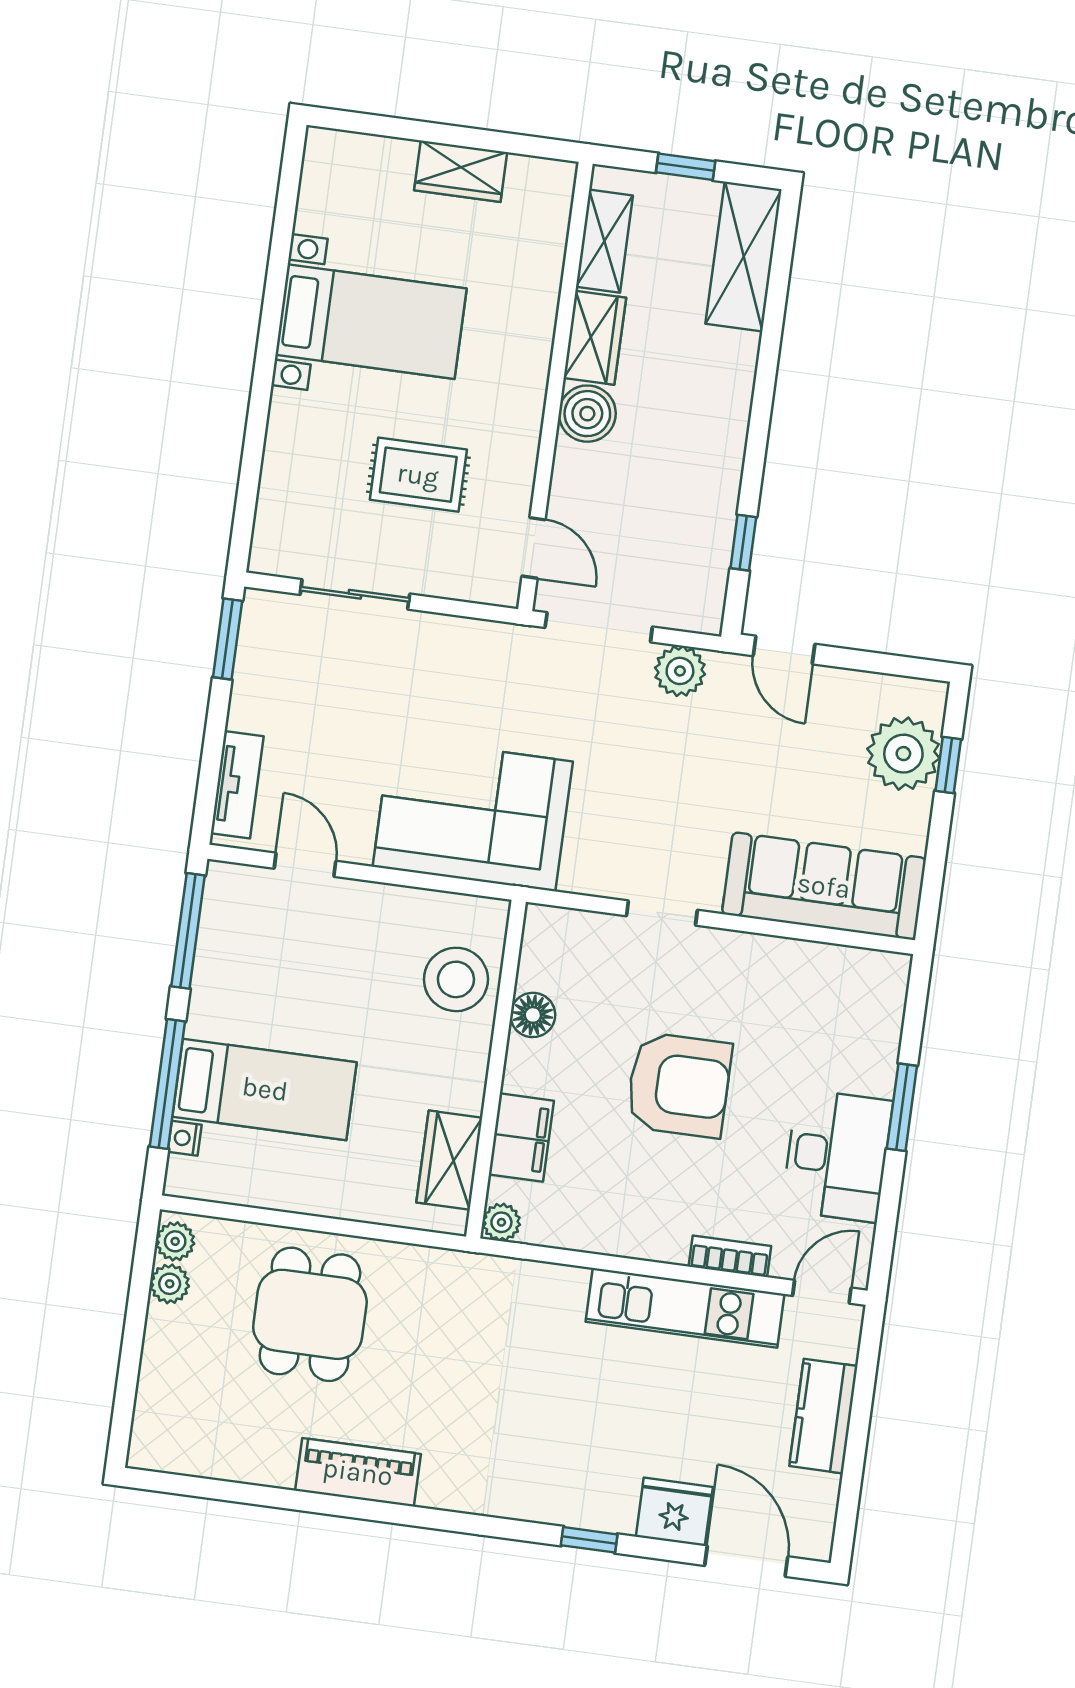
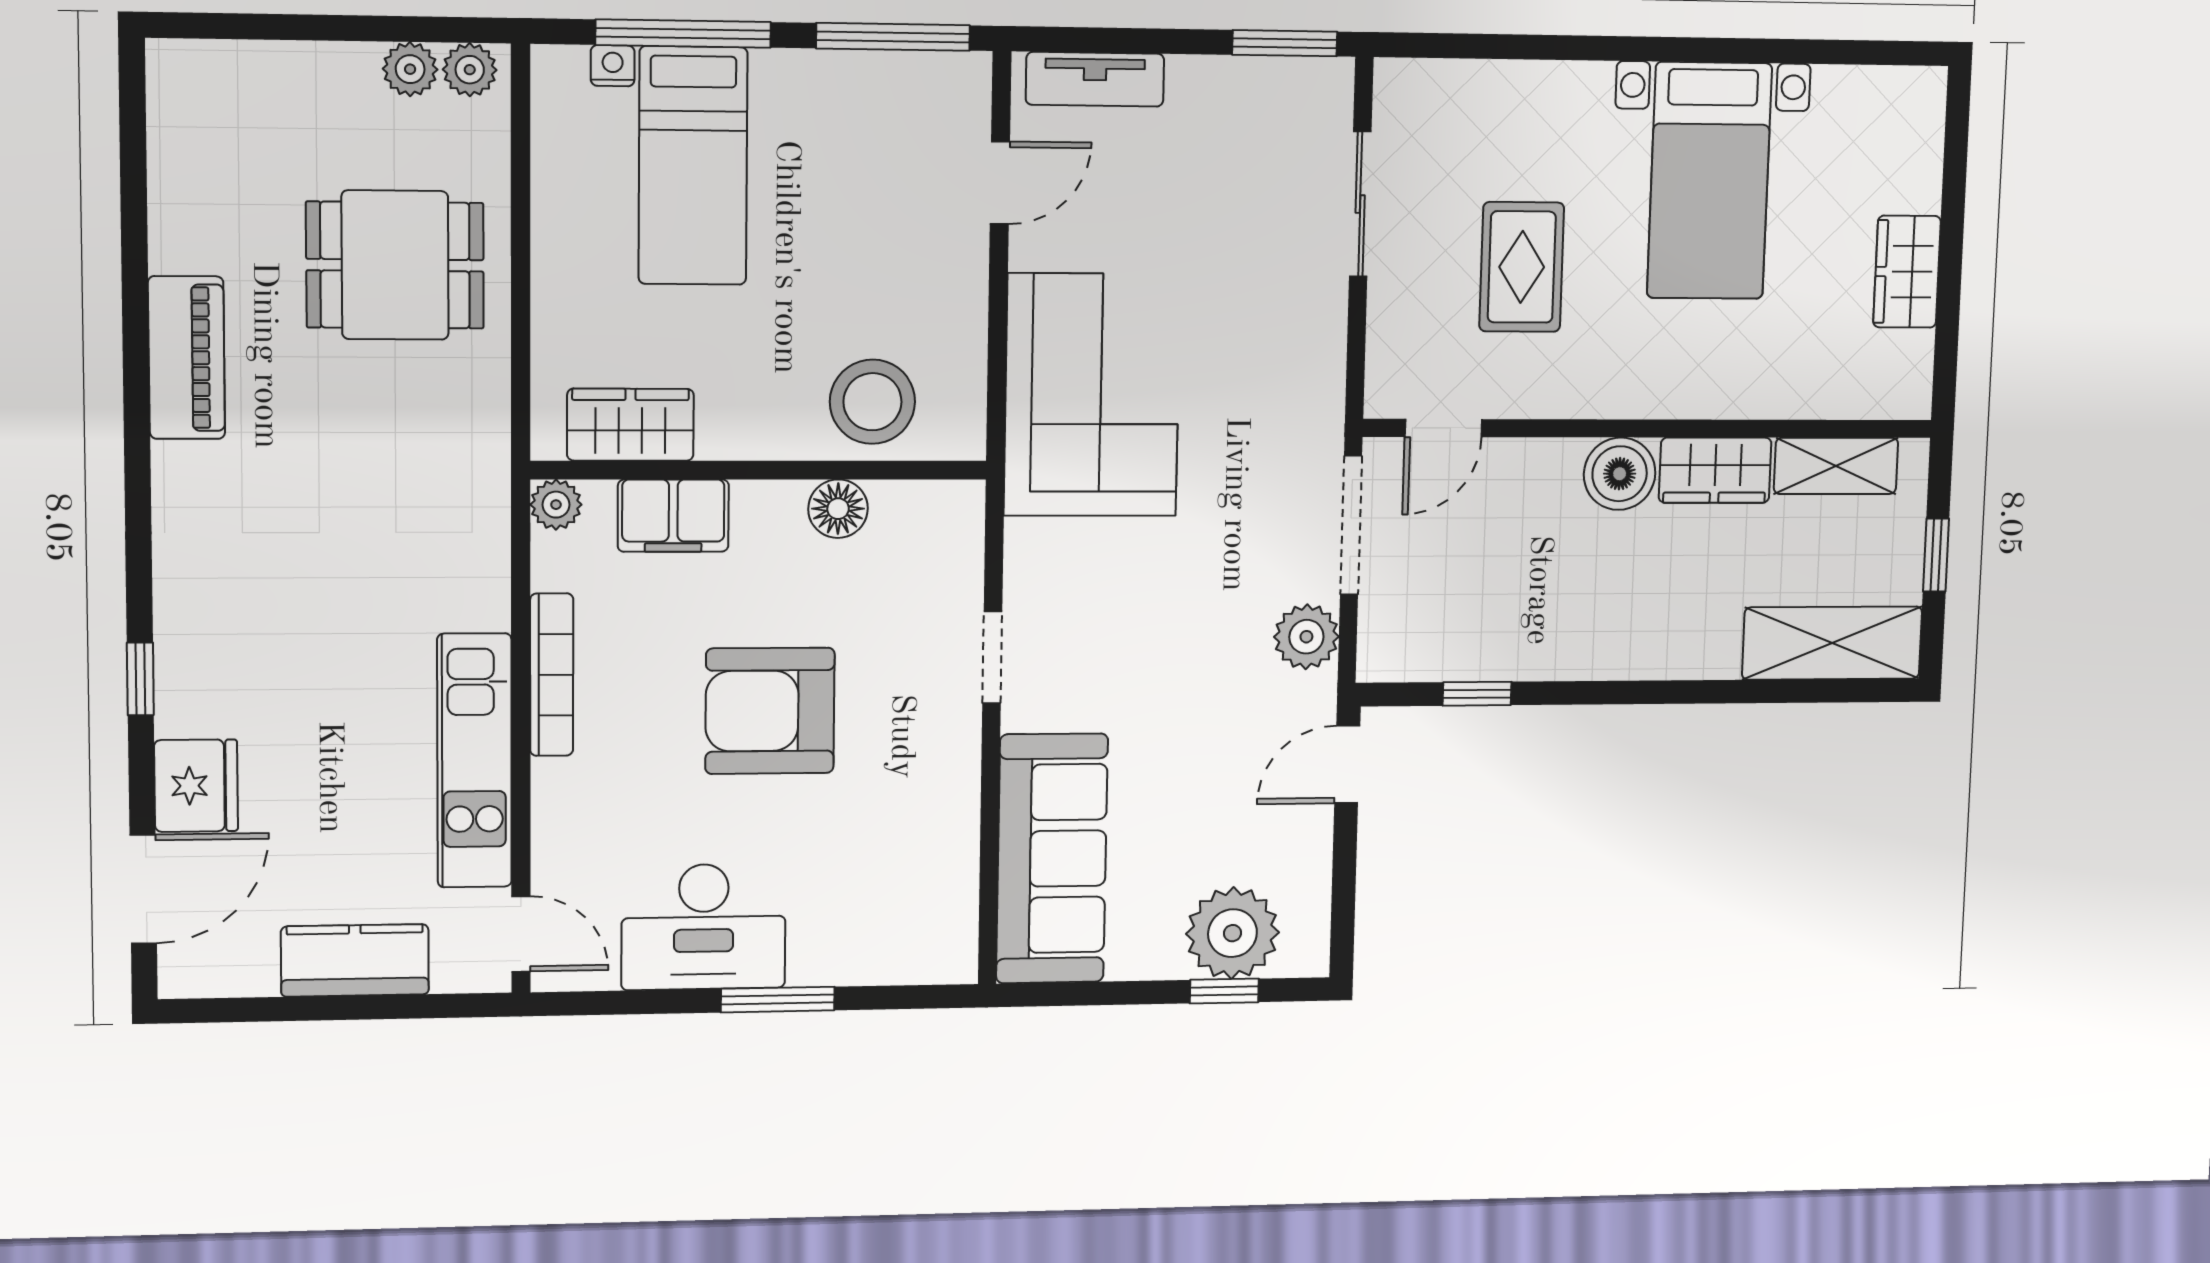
armchair: (679, 1085) -> (770, 711), turned 90
bookcase: (730, 1256) -> (552, 675), moved, width x1.56

